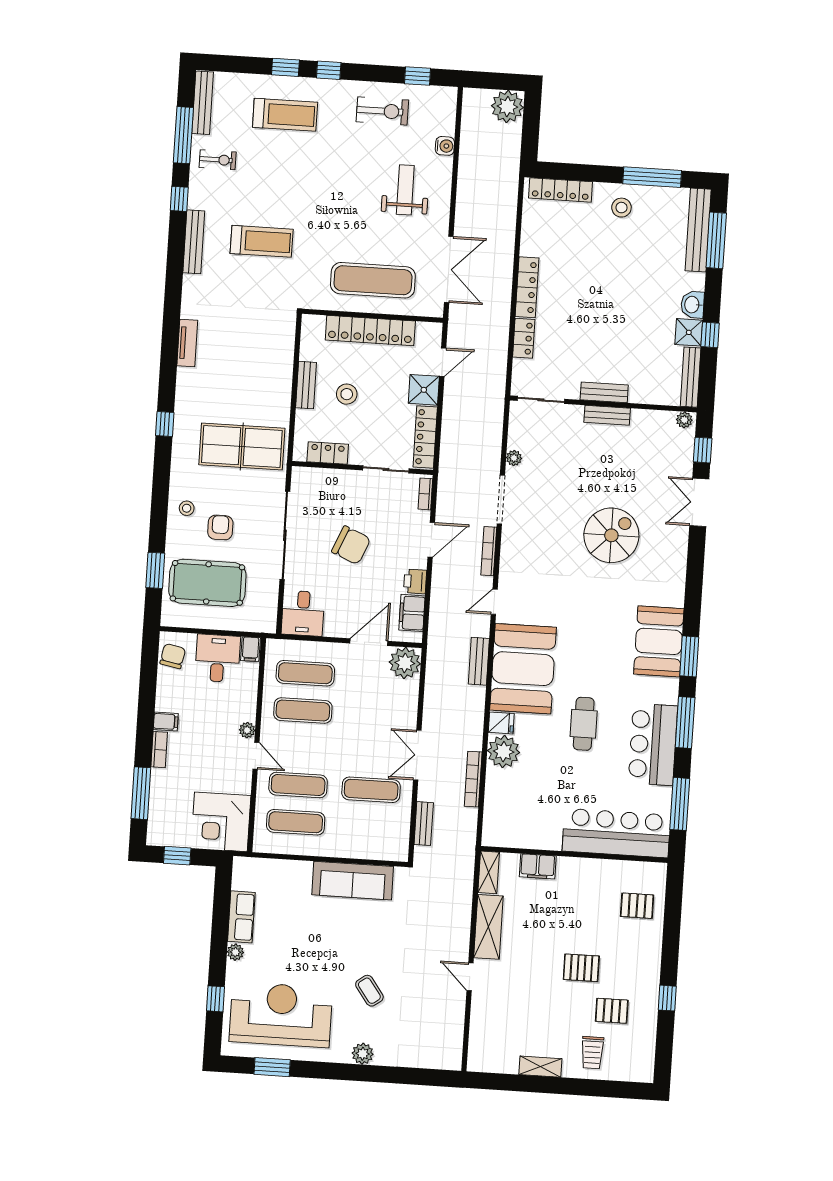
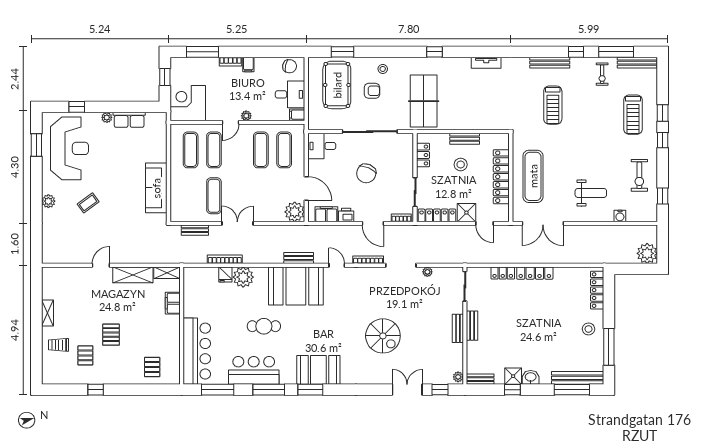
bench: (691, 377) -> (480, 379), width x0.73
fridge: (501, 723) -> (225, 275), moved

